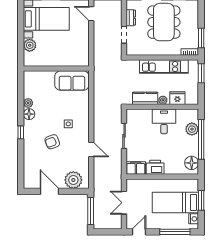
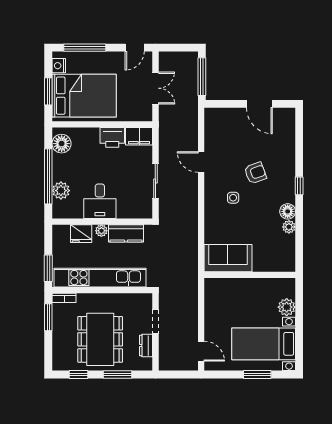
kitchen unit: (164, 67) -> (100, 278), width x1.36
plant: (73, 180) -> (226, 120), removed
bed: (175, 202) -> (84, 96), width x1.50

